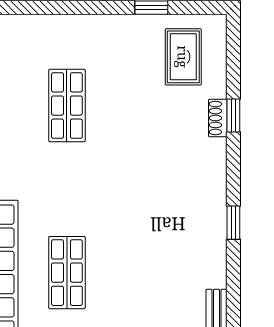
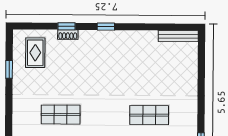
rug: (183, 57) -> (35, 53), turned 90
window: (233, 223) -> (106, 27), moved

